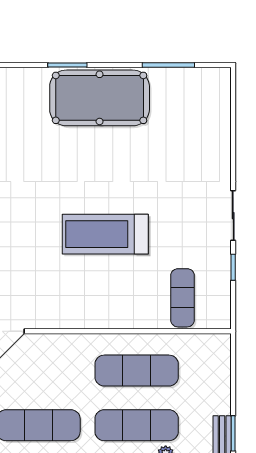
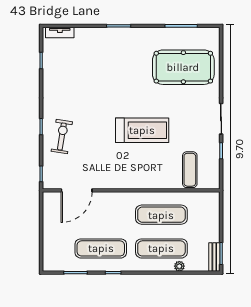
pool table: (100, 98) -> (183, 67), moved
treadmill: (105, 234) -> (142, 130), turned 180

